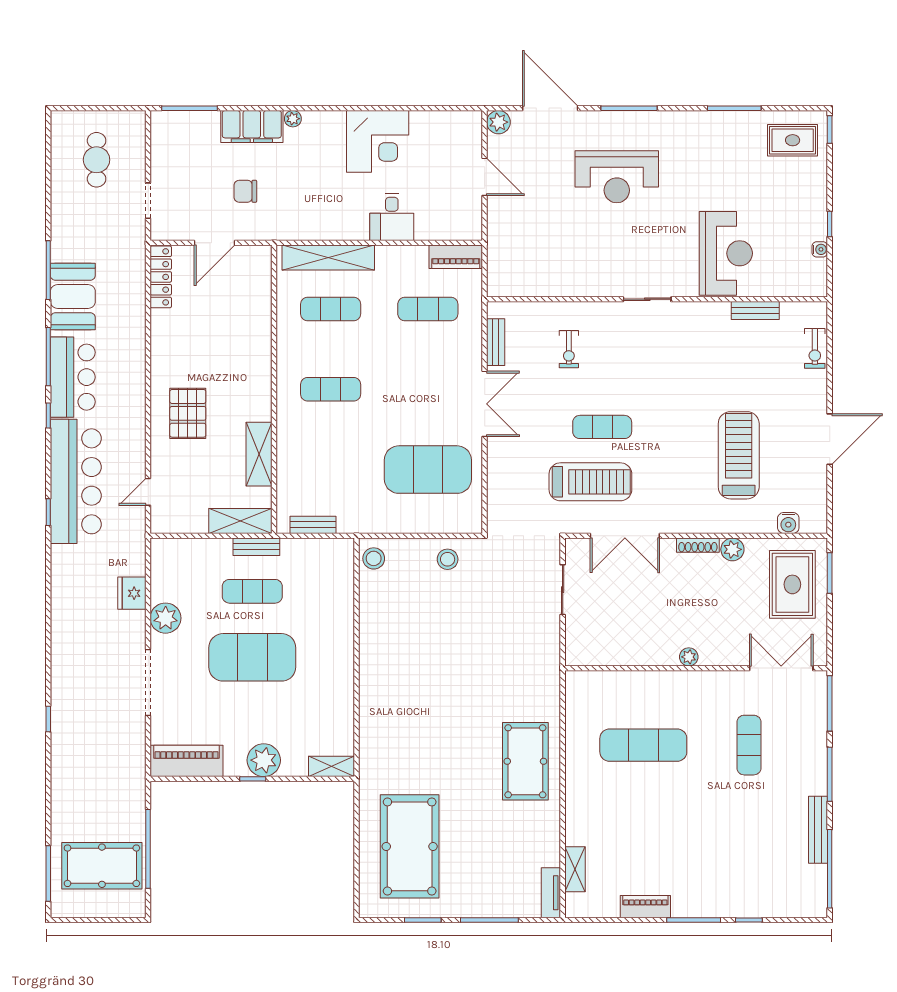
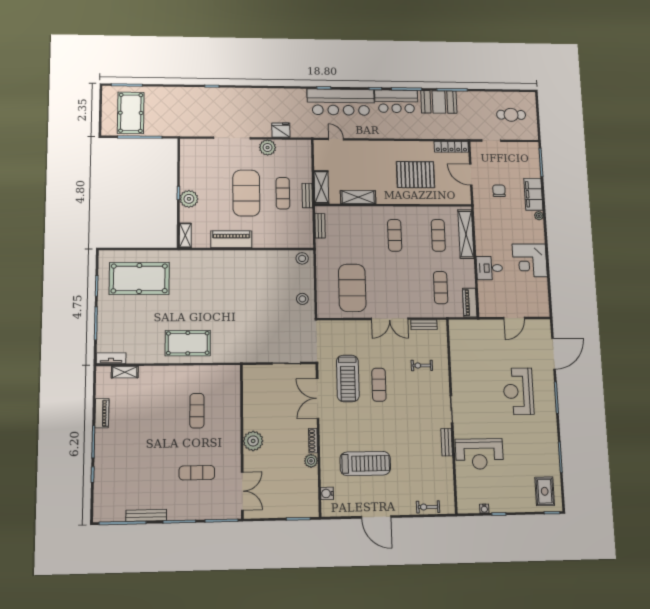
plant: (498, 122) -> (544, 326), removed
bench: (755, 311) -> (447, 442), moved
pallet: (188, 413) -> (416, 175), moved, width x1.37, depth x1.41
rug: (792, 584) -> (291, 497), removed
plant: (689, 657) -> (253, 441), width x1.88, depth x1.88
exercise mat: (643, 745) -> (197, 411), width x0.73, depth x0.69
piano: (187, 761) -> (231, 239), moved, turned -90

